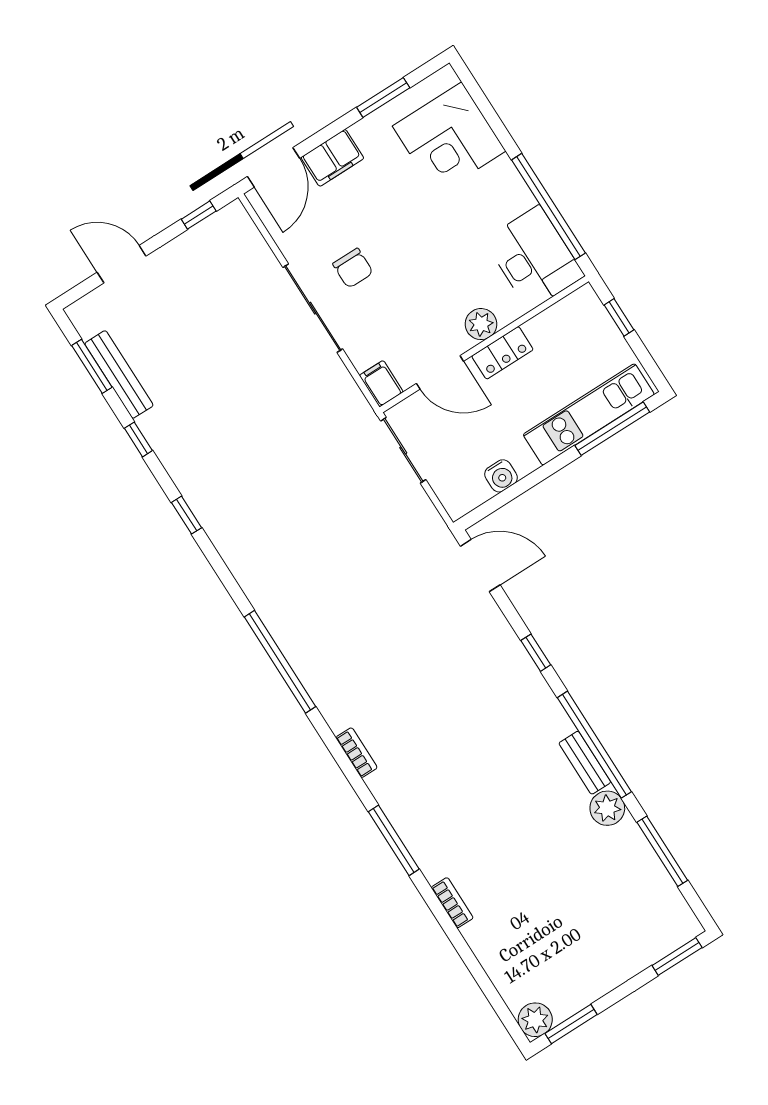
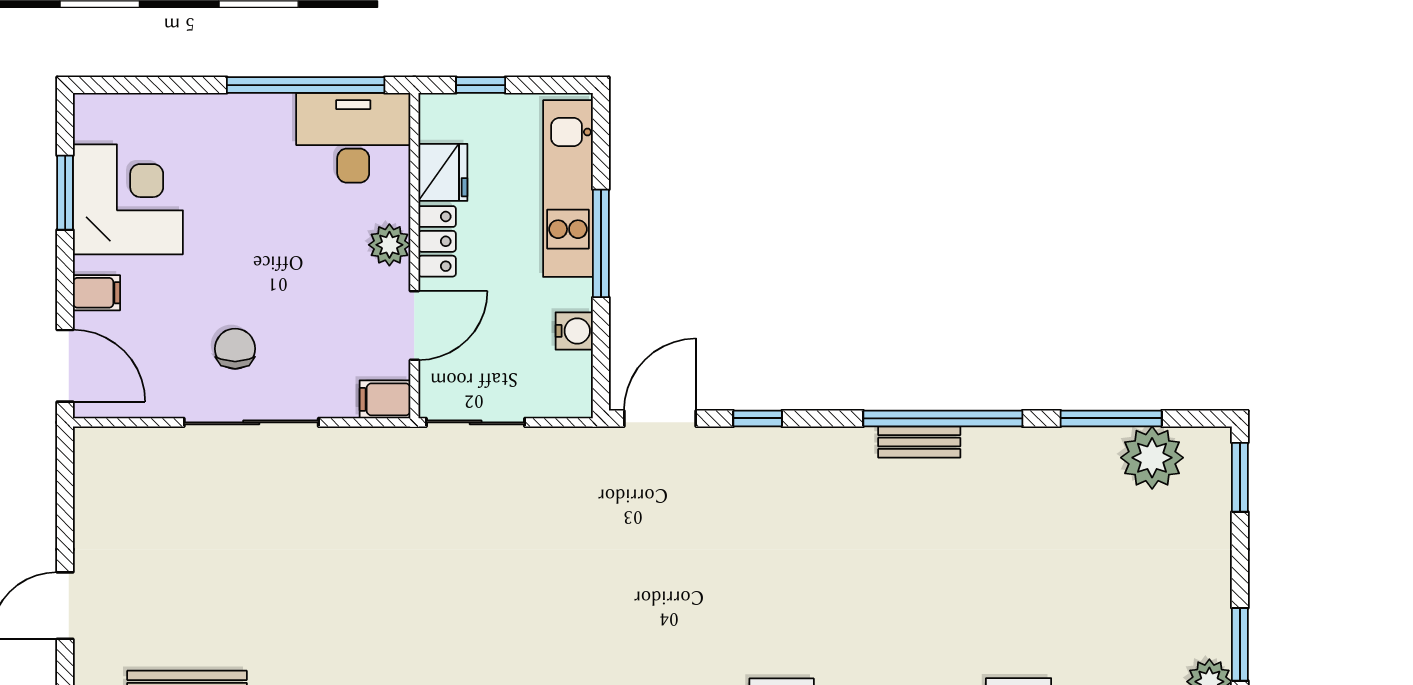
corner desk: (449, 139) -> (128, 199), moved, turned -90
filing cabinet: (332, 158) -> (96, 293), width x0.50
window: (199, 215) -> (65, 484), removed
chair: (353, 268) -> (235, 349), turned -90
fridge: (548, 329) -> (443, 172), added
window: (612, 429) -> (601, 243), moved
window: (536, 653) -> (758, 418), moved
bench: (585, 763) -> (919, 442), moved
plant: (607, 808) -> (1152, 458), moved, width x1.36, depth x1.36

